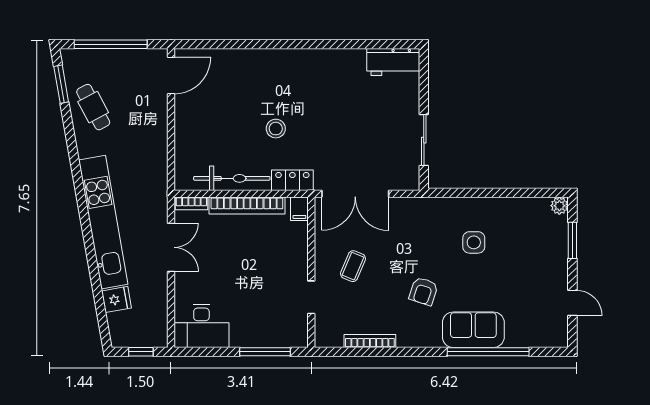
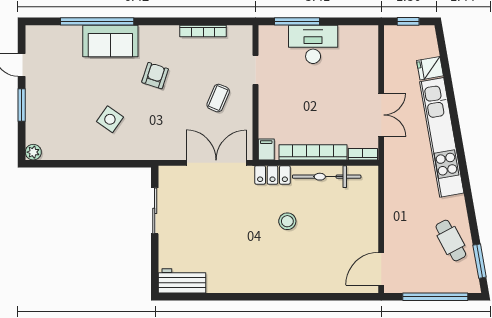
window: (572, 240) -> (22, 105), moved
side table: (474, 242) -> (110, 119), turned 35
double door: (171, 247) -> (381, 115), swing flipped
desk: (201, 326) -> (313, 44), moved

